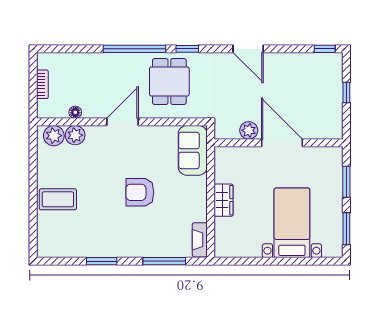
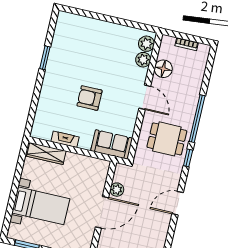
floor lamp: (75, 112) -> (163, 69), width x1.89, depth x1.89
armchair: (140, 192) -> (90, 98), turned -90
coffee table: (58, 199) -> (98, 36), removed
wardrobe: (224, 200) -> (46, 154), moved, width x1.50
fireplace: (200, 240) -> (65, 139), moved
window: (164, 261) -> (34, 104), removed

